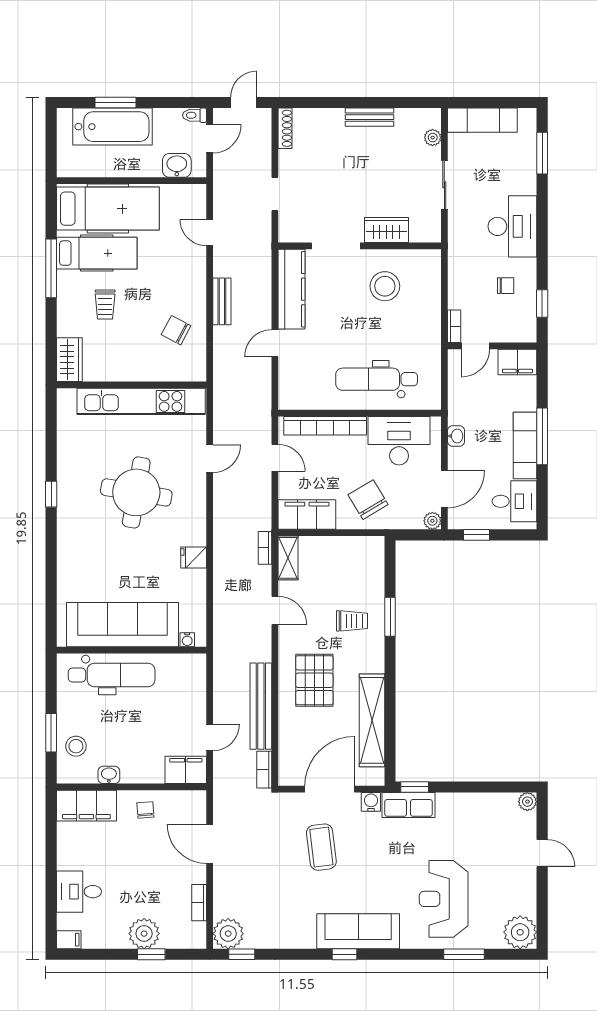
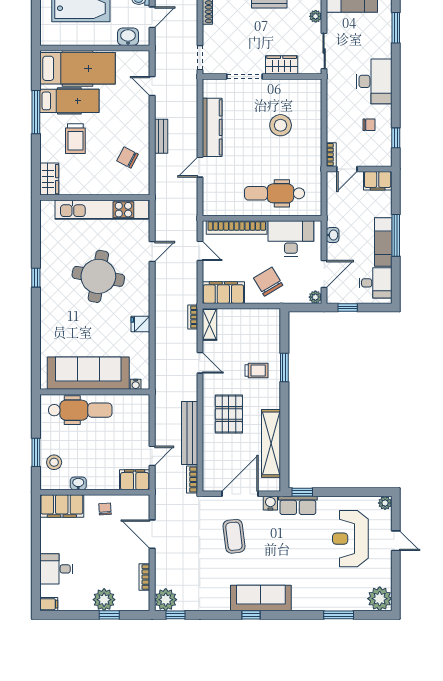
wardrobe: (386, 230) -> (282, 65), moved
doorway: (336, 246) -> (244, 77), moved
wall: (360, 246) -> (262, 77), moved
trolley: (105, 304) -> (75, 139), width x1.36, depth x1.39
reception desk: (444, 899) -> (350, 539), moved

